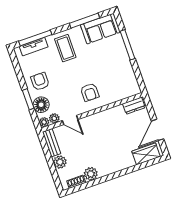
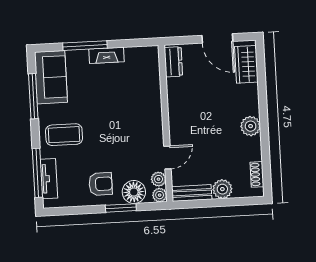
fireplace: (125, 61) -> (107, 55), added
armchair: (40, 81) -> (101, 184), turned 180
armchair: (90, 92) -> (136, 118), removed
plant: (91, 174) -> (251, 126), moved

